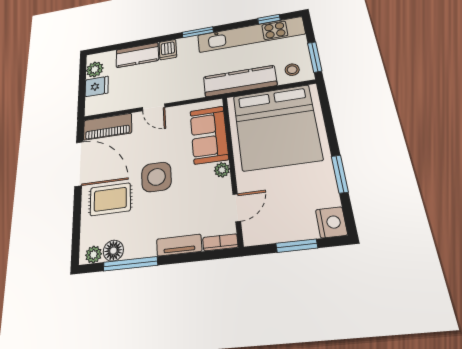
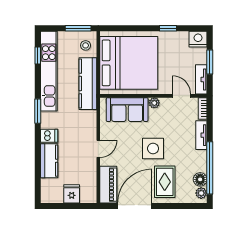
plant: (95, 69) -> (55, 196), removed
window: (340, 174) -> (168, 28), width x0.67
tv unit: (266, 235) -> (201, 79), added
window: (130, 264) -> (210, 168), width x1.46

